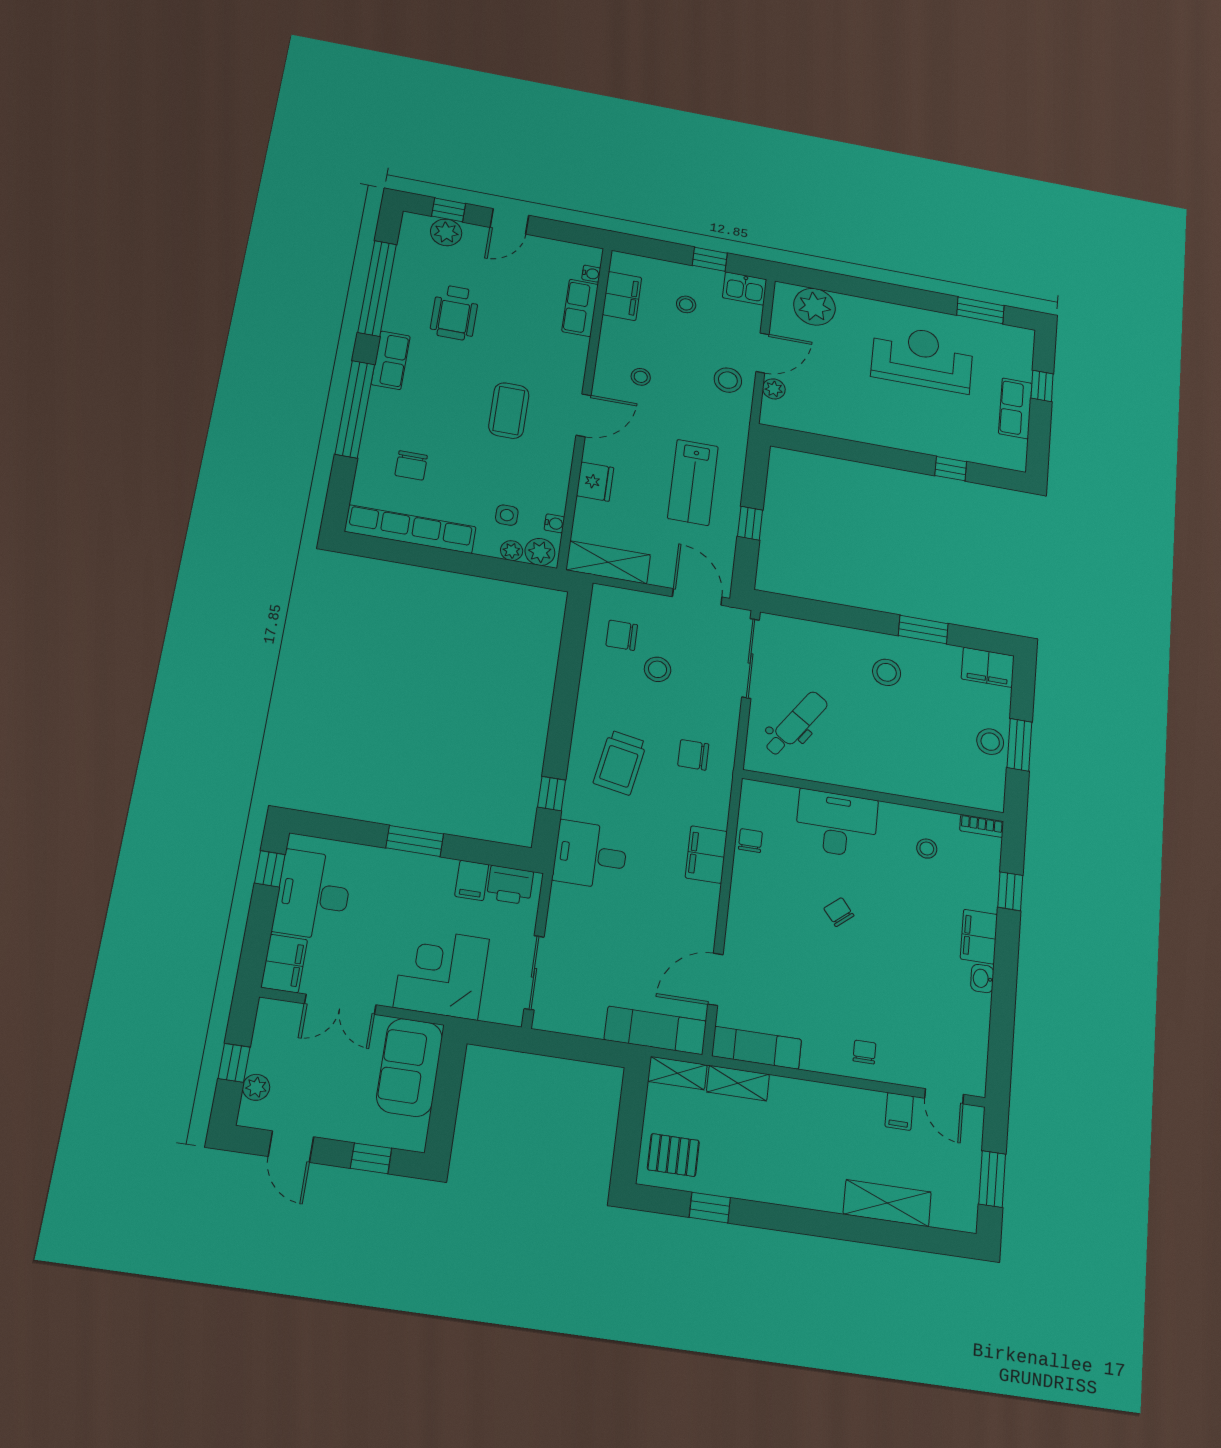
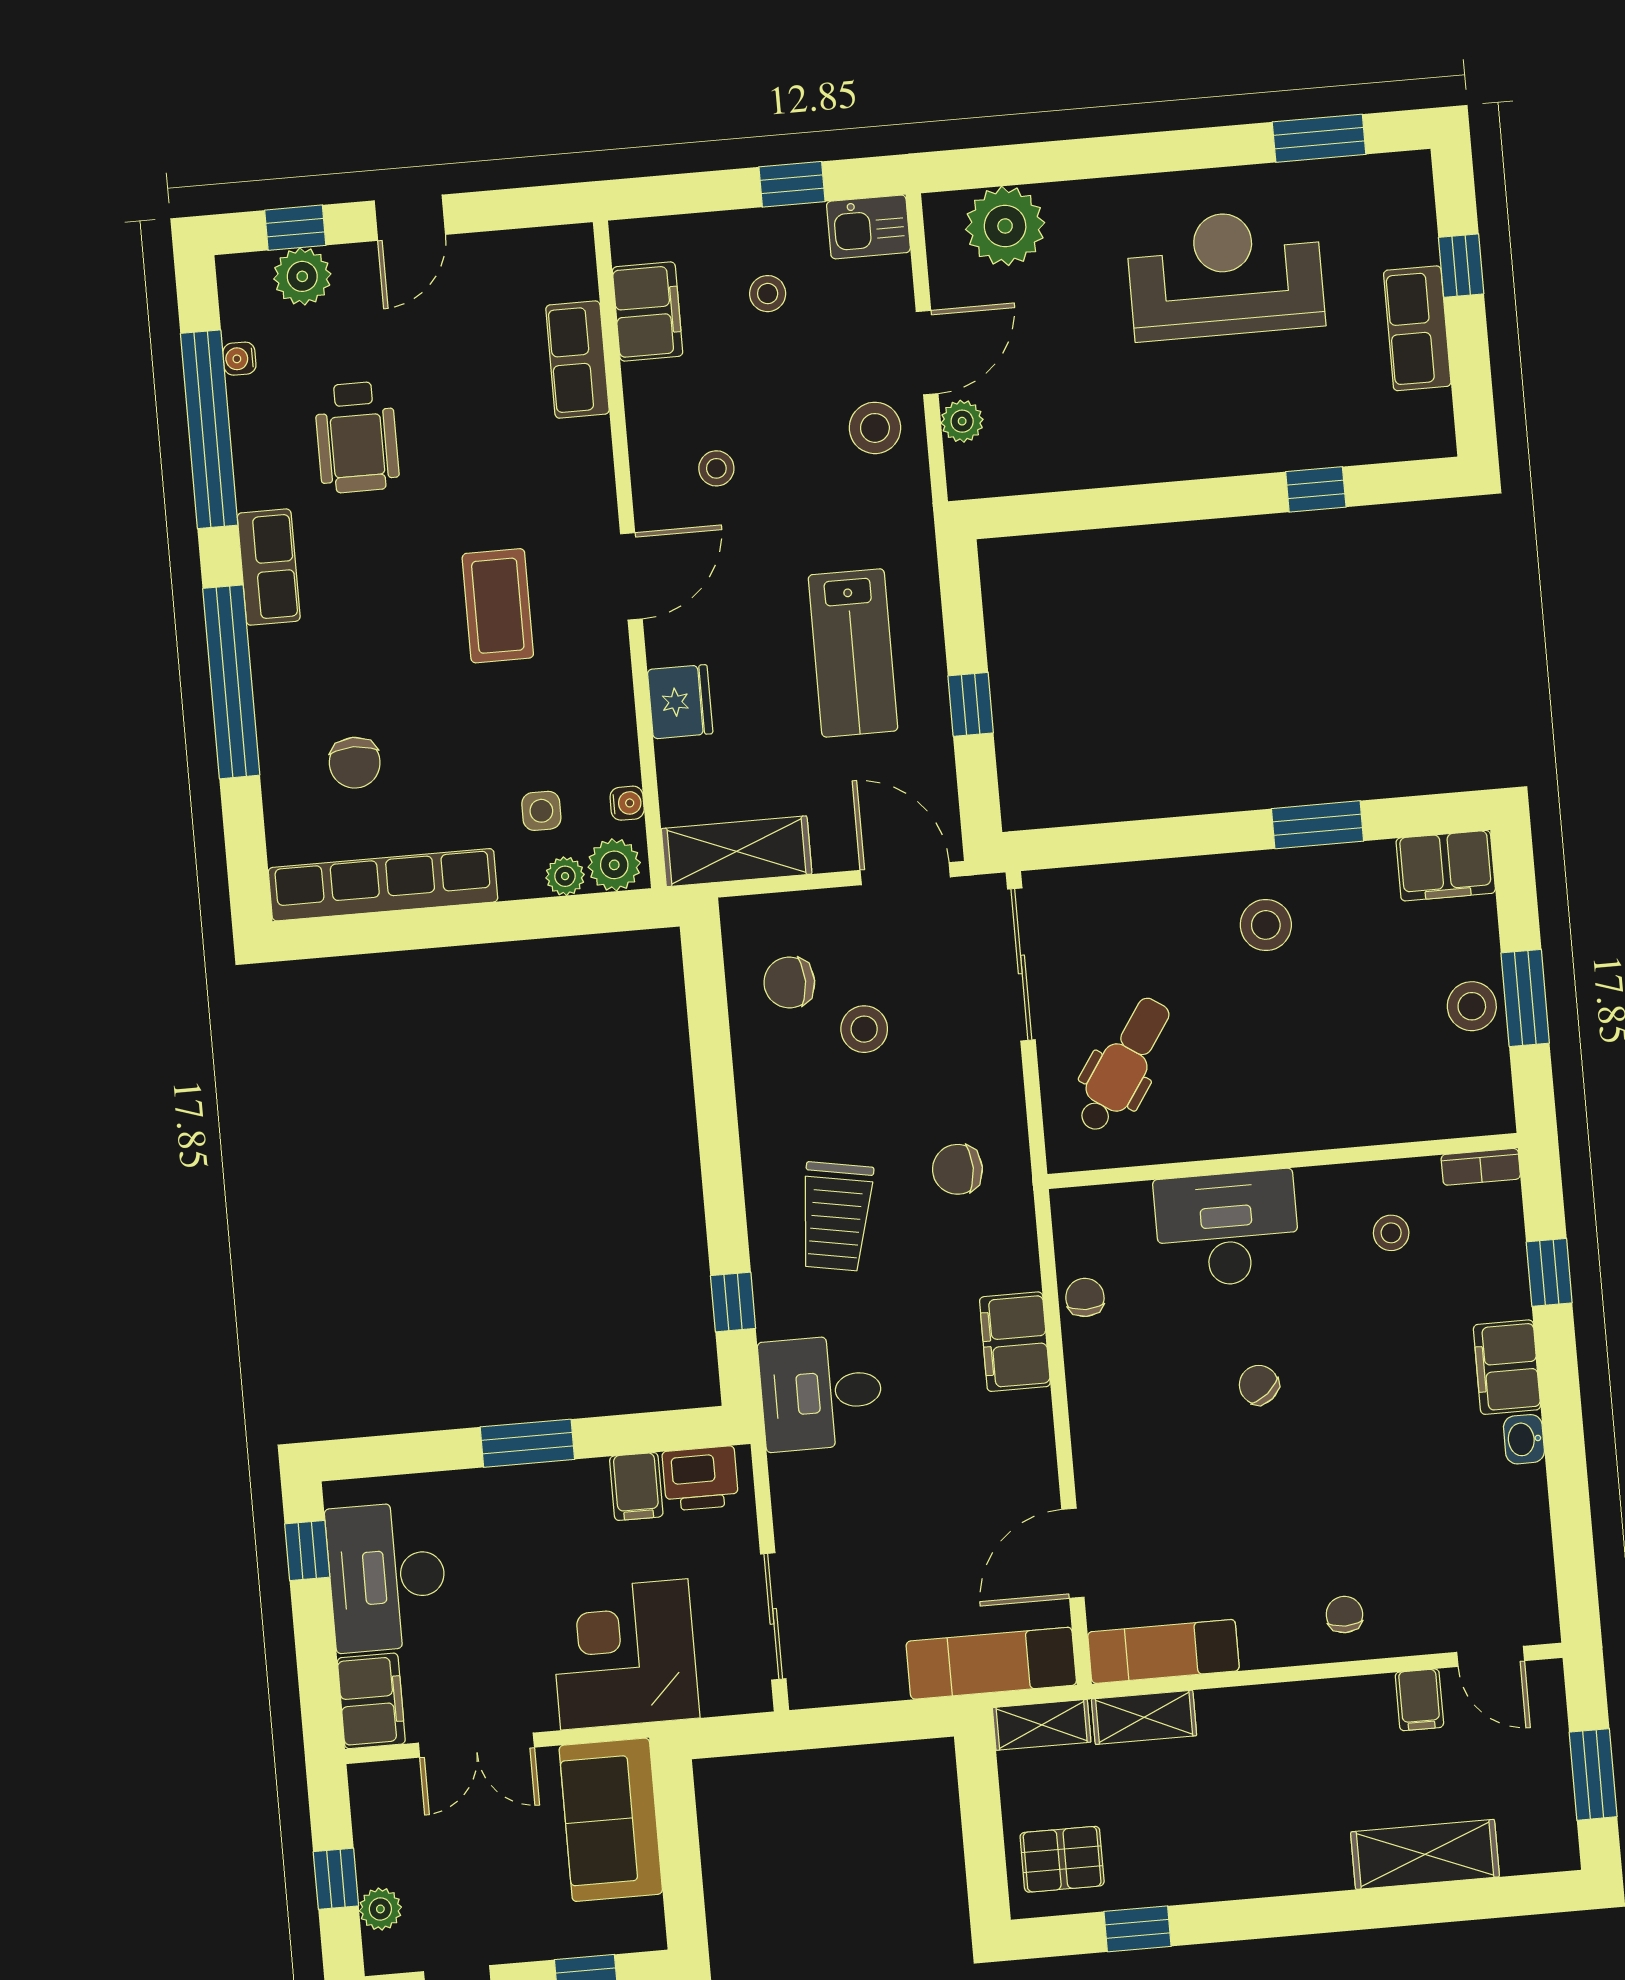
water cooler: (591, 274) -> (239, 359), moved, turned 180

